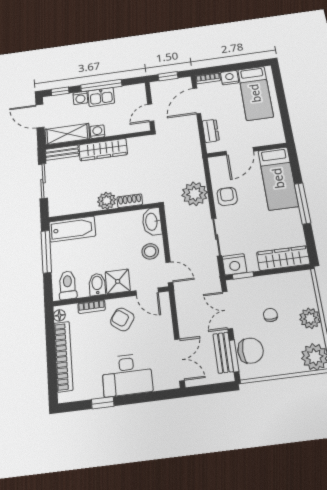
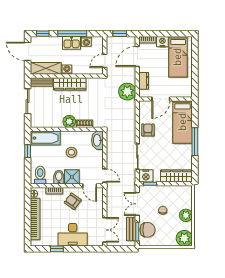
washing machine: (80, 98) -> (86, 41), moved
plant: (195, 194) -> (127, 92), moved
stool: (150, 251) -> (71, 152), moved
window: (46, 252) -> (28, 151), width x0.46

